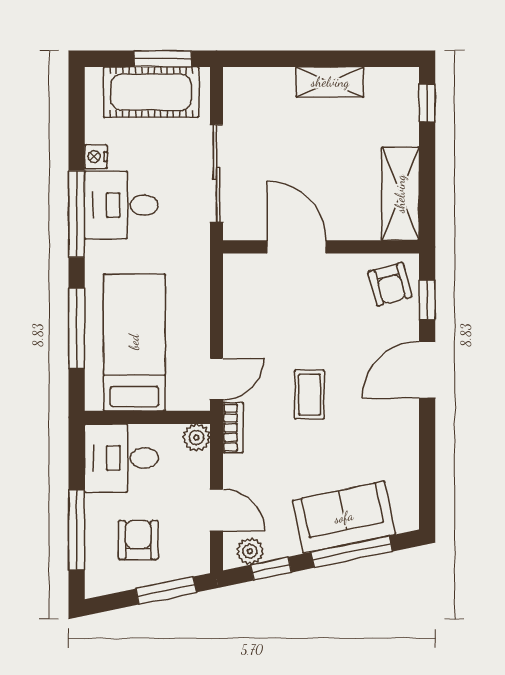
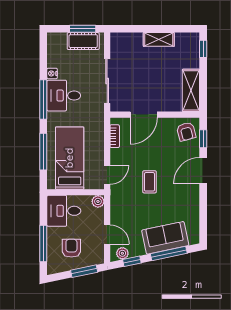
cot: (151, 92) -> (83, 41), width x0.73, depth x0.75
door: (297, 247) -> (144, 115), swing flipped
bookcase: (233, 428) -> (115, 136), moved

